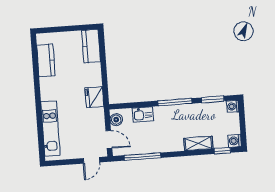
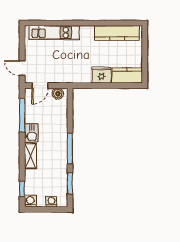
kitchen counter: (46, 60) -> (117, 33), width x1.50
fridge: (94, 97) -> (102, 75), moved
washing machine: (233, 106) -> (51, 202), moved
kitchen sink: (143, 114) -> (31, 133), moved, turned 180
shelving: (198, 143) -> (30, 156), moved

